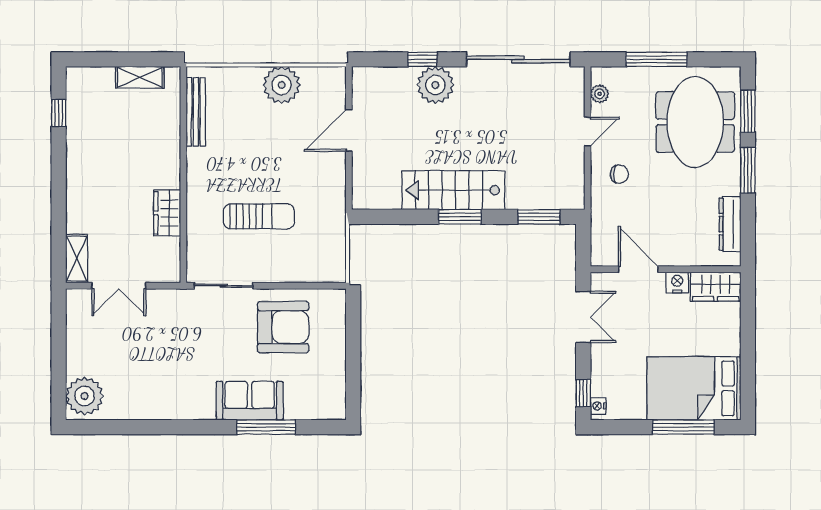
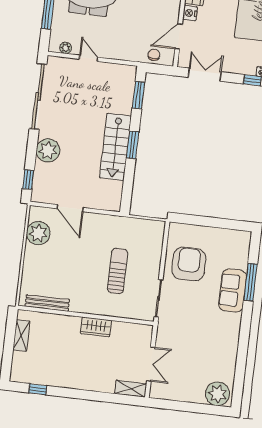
window: (422, 59) -> (28, 179), moved
plant: (282, 85) -> (38, 233), moved
chair: (619, 174) -> (154, 55), moved
wardrobe: (167, 213) -> (96, 327), moved

